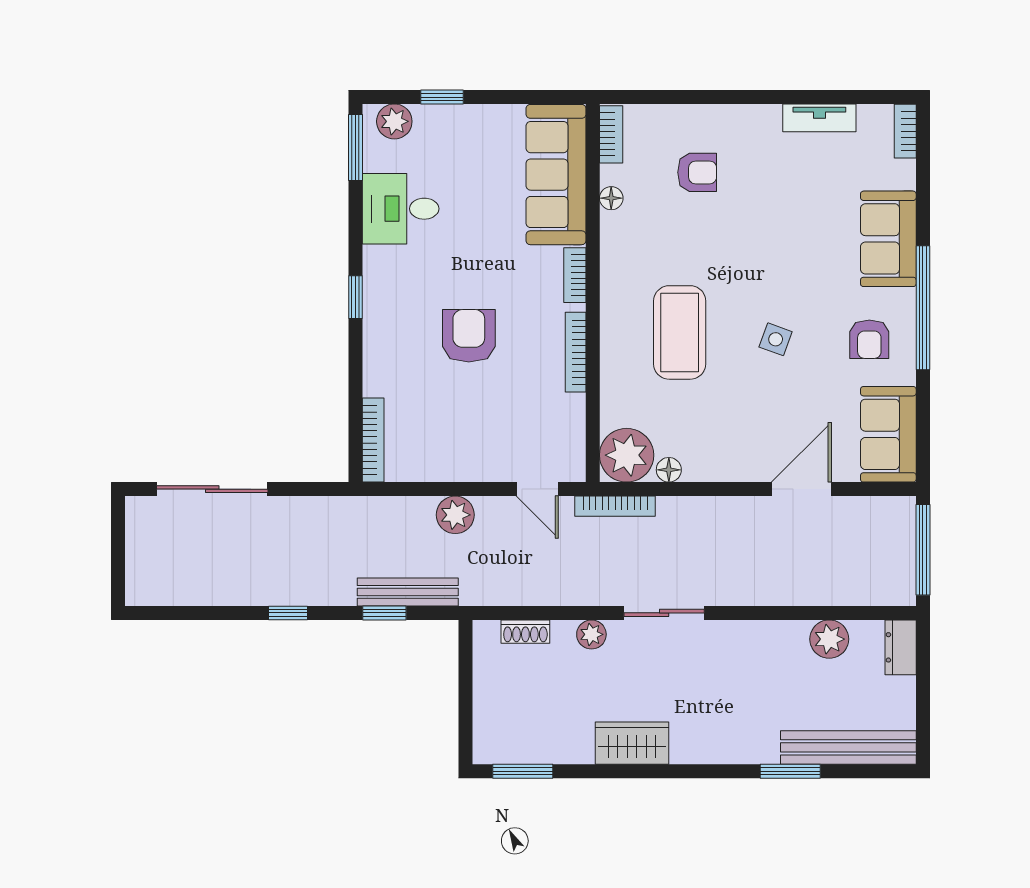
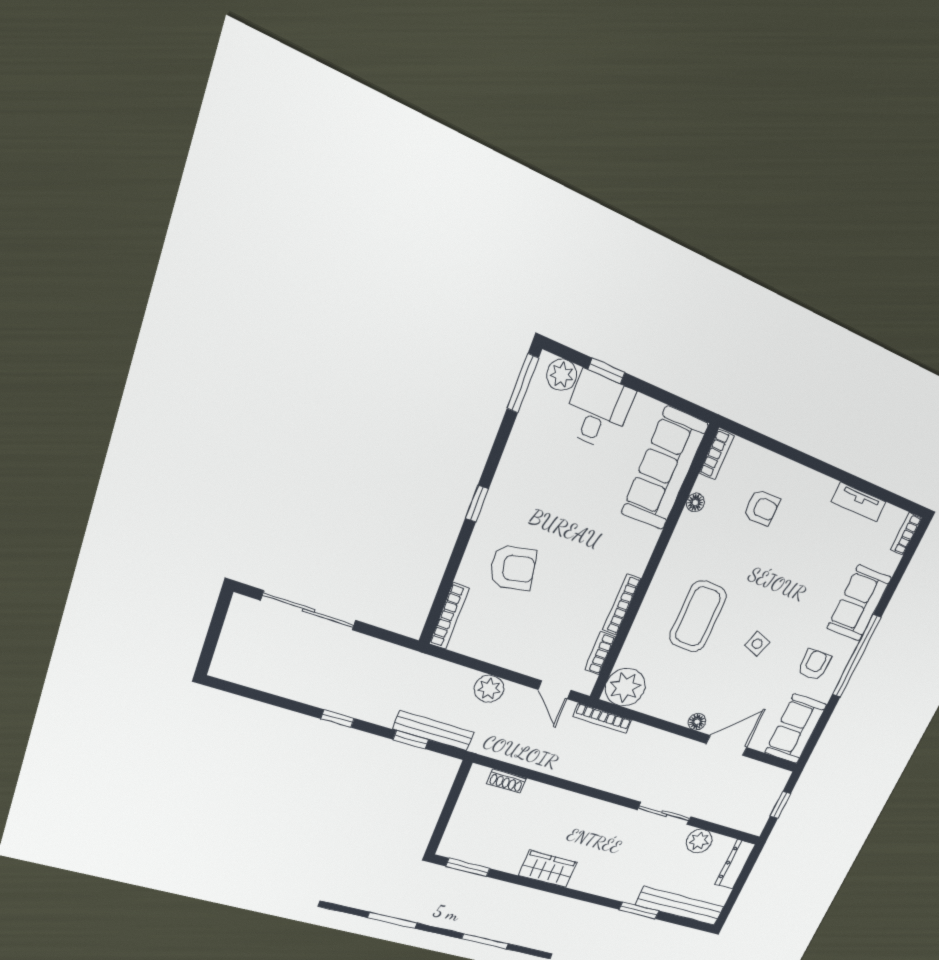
desk: (401, 209) -> (598, 410), moved, turned 90
bookcase: (575, 275) -> (600, 653), moved
armchair: (469, 336) -> (513, 568), moved, turned 78
armchair: (869, 339) -> (814, 665), turned 180
floor lamp: (669, 470) -> (697, 722), moved
window: (923, 550) -> (780, 805), width x0.46
sliding door: (664, 613) -> (664, 813), moved
plant: (591, 634) -> (550, 796), removed
dresser: (901, 647) -> (735, 864), width x1.44

